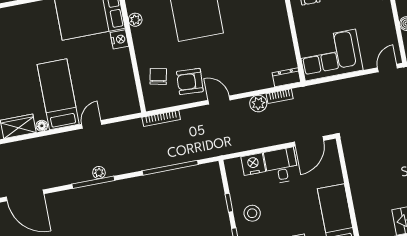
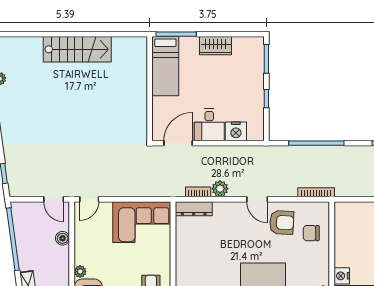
chair: (158, 76) -> (311, 233), turned 78
dresser: (286, 77) -> (194, 209), width x1.44
stool: (252, 213) -> (246, 84), removed

